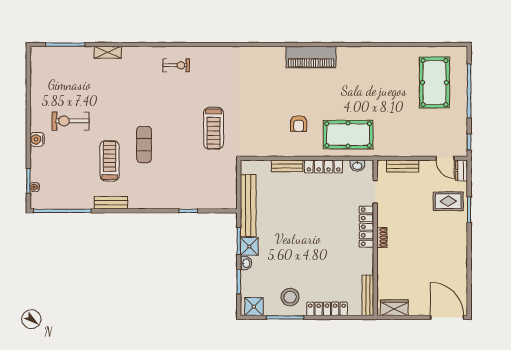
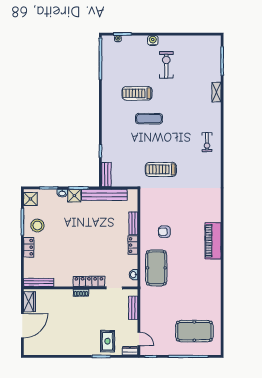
door: (445, 158) -> (139, 339), swing flipped
treadmill: (110, 161) -> (137, 93), turned 180
locker: (324, 166) -> (133, 245), width x0.66
bench: (111, 203) -> (106, 174), moved
locker: (327, 309) -> (29, 247), width x0.66
door: (447, 317) -> (22, 326), moved

